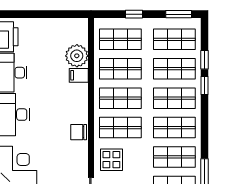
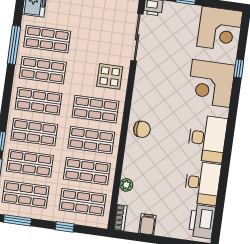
bookcase: (83, 30) -> (120, 218), added
plant: (77, 56) -> (126, 185), width x0.53, depth x0.53
filing cabinet: (79, 75) -> (147, 224), moved, turned -90
chair: (79, 132) -> (142, 129), moved

